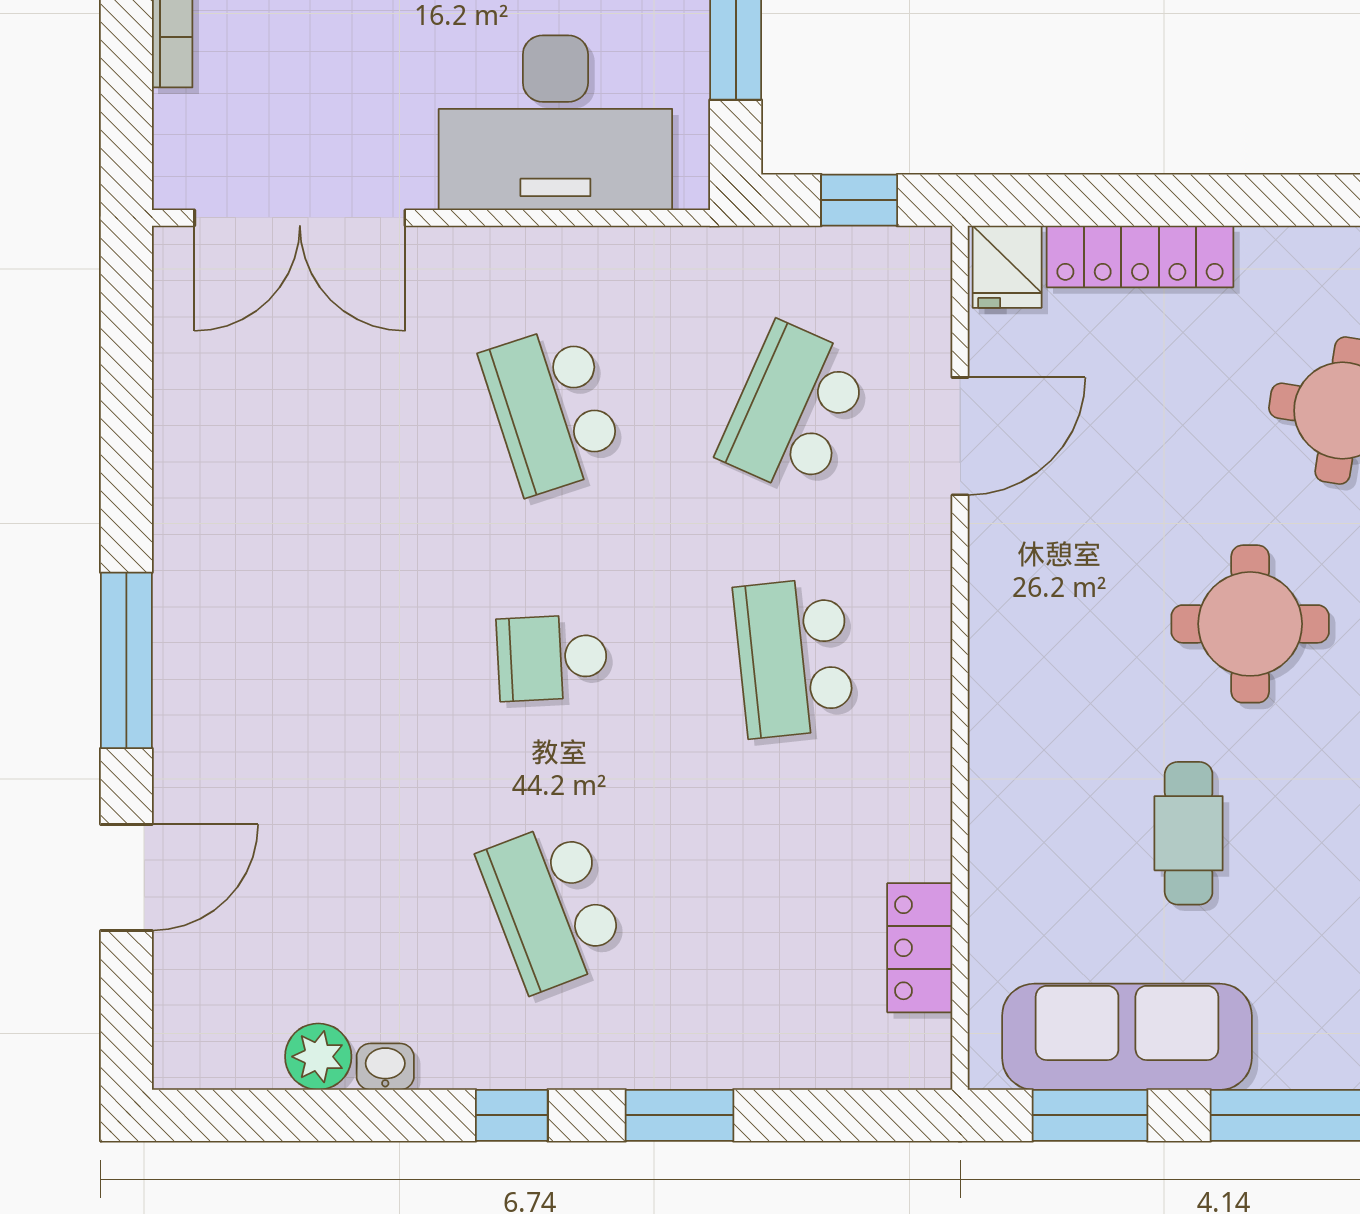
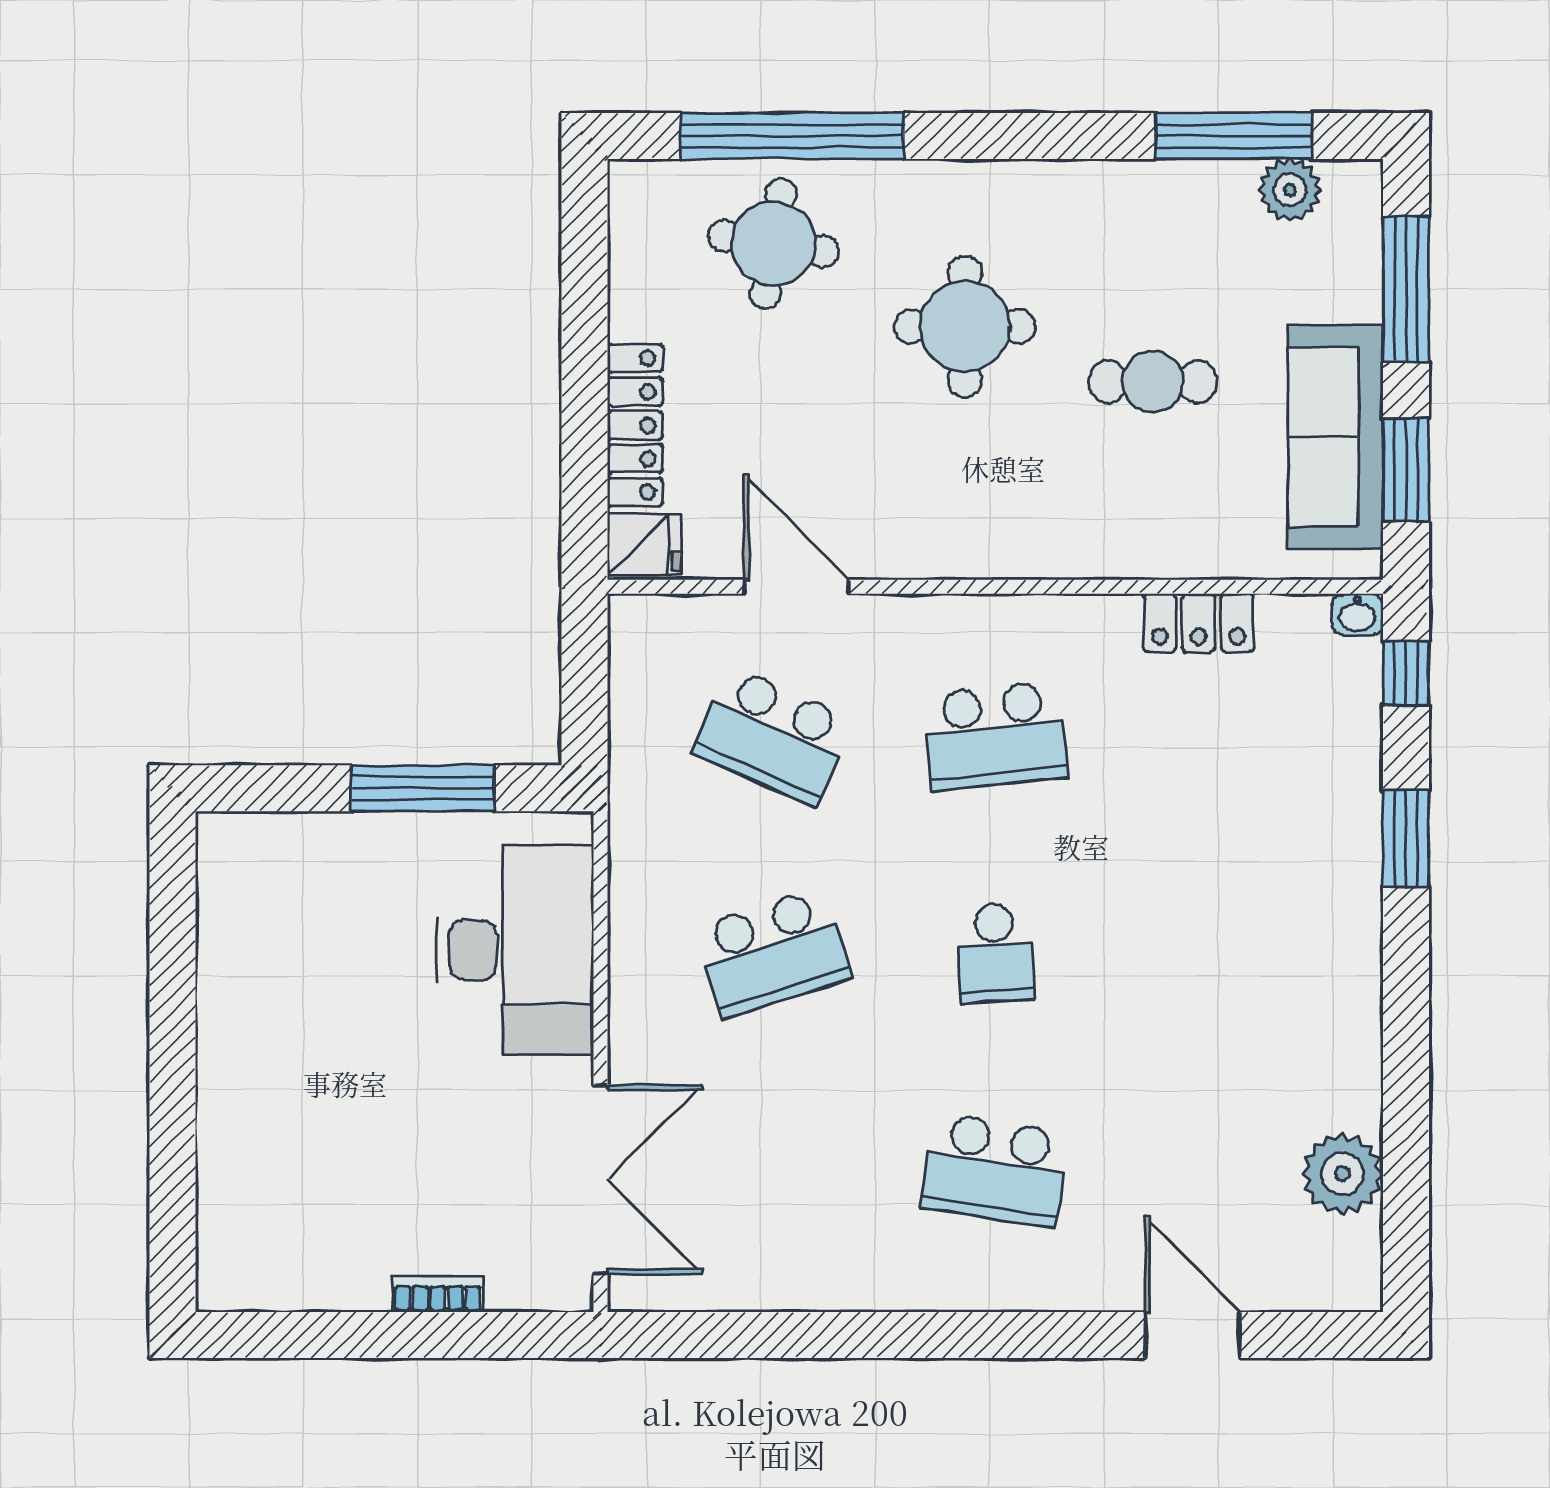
window: (859, 200) -> (584, 677), removed
window: (126, 660) -> (998, 1335), removed
school desk: (552, 906) -> (995, 1170), moved, turned 30
locker: (920, 948) -> (1199, 623), moved
plant: (318, 1057) -> (1342, 1174), width x1.36, depth x1.36
washbasin: (385, 1067) -> (1357, 614), moved, turned -90
window: (512, 1115) -> (1406, 673), moved

